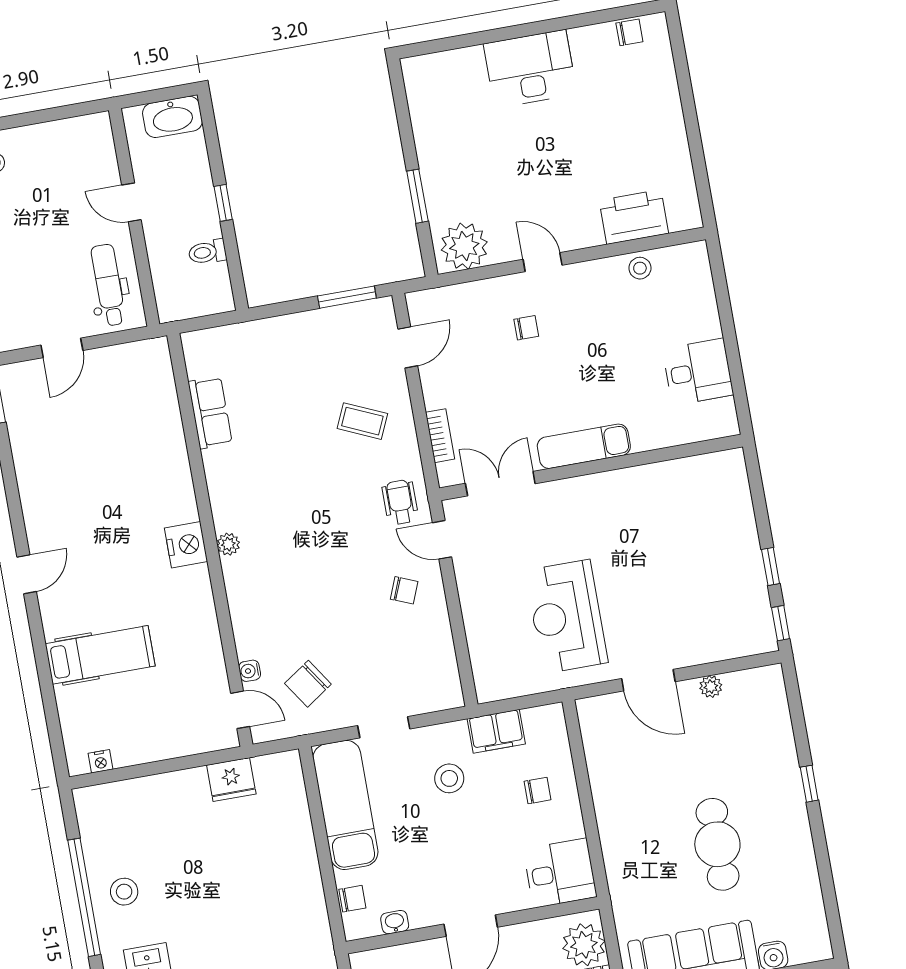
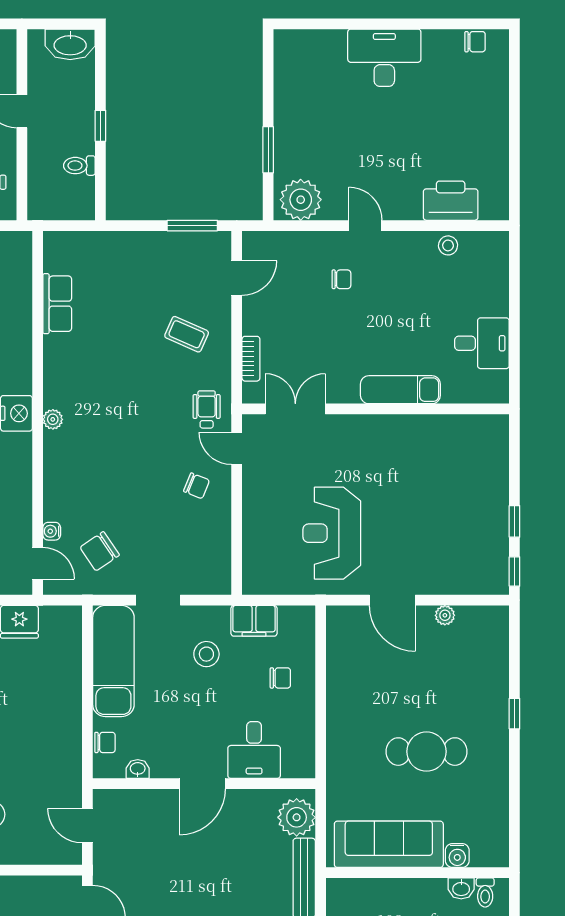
exam couch: (584, 446) -> (400, 390), moved
cafe table: (717, 844) -> (427, 752), turned 90
desk: (560, 873) -> (254, 750), moved, turned 90

